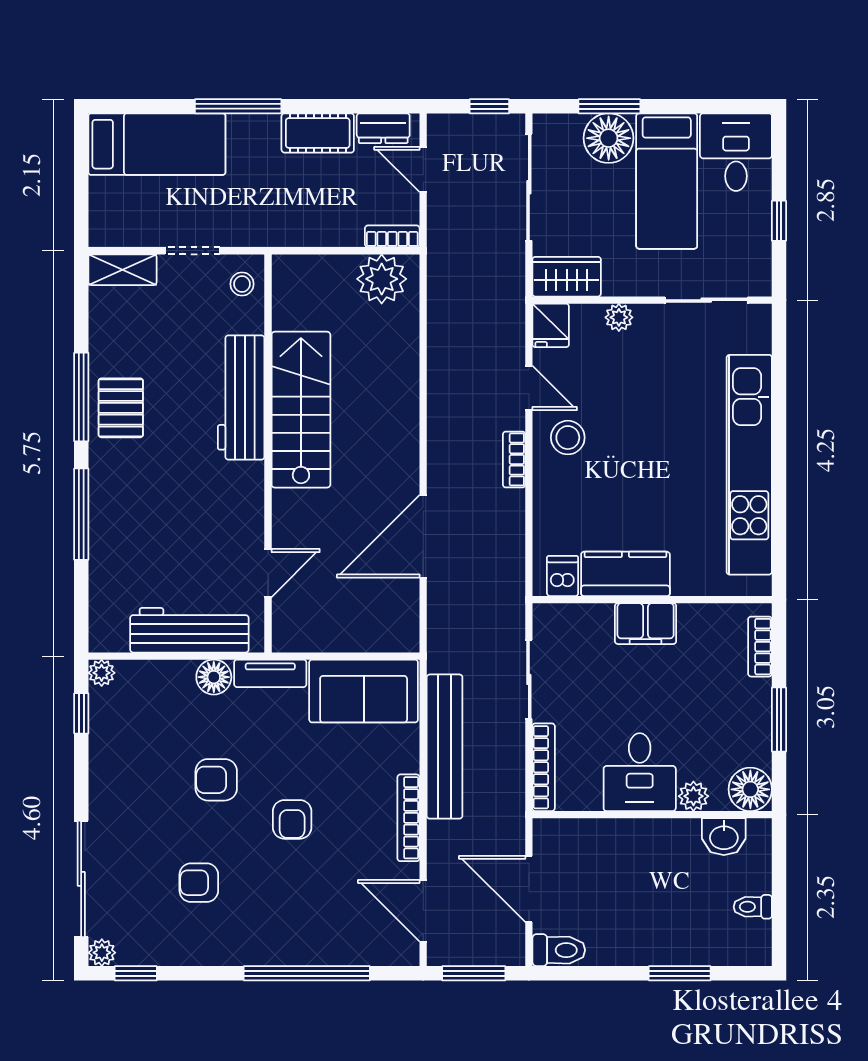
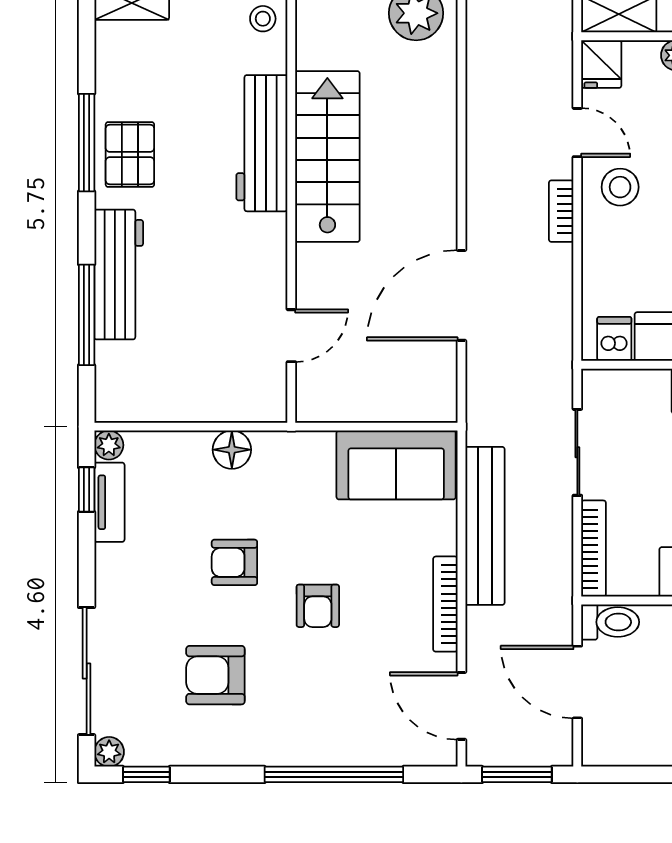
window: (81, 514) -> (87, 315), moved
workbench: (189, 630) -> (119, 275), moved, turned 90
tv unit: (270, 673) -> (109, 502), moved, turned -90
armchair: (199, 883) -> (215, 675), width x1.38, depth x1.38
toilet: (559, 950) -> (610, 622), moved

